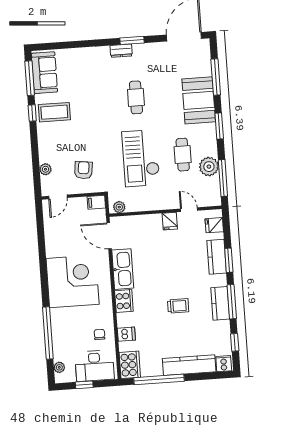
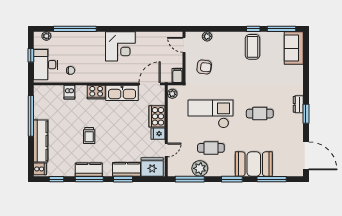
sofa: (44, 73) -> (294, 48), moved, turned 90
fridge: (214, 225) -> (152, 167), width x1.88, depth x1.34
corner desk: (73, 281) -> (120, 46), width x0.74, depth x0.74
cooker: (130, 365) -> (157, 116), moved, turned 90

